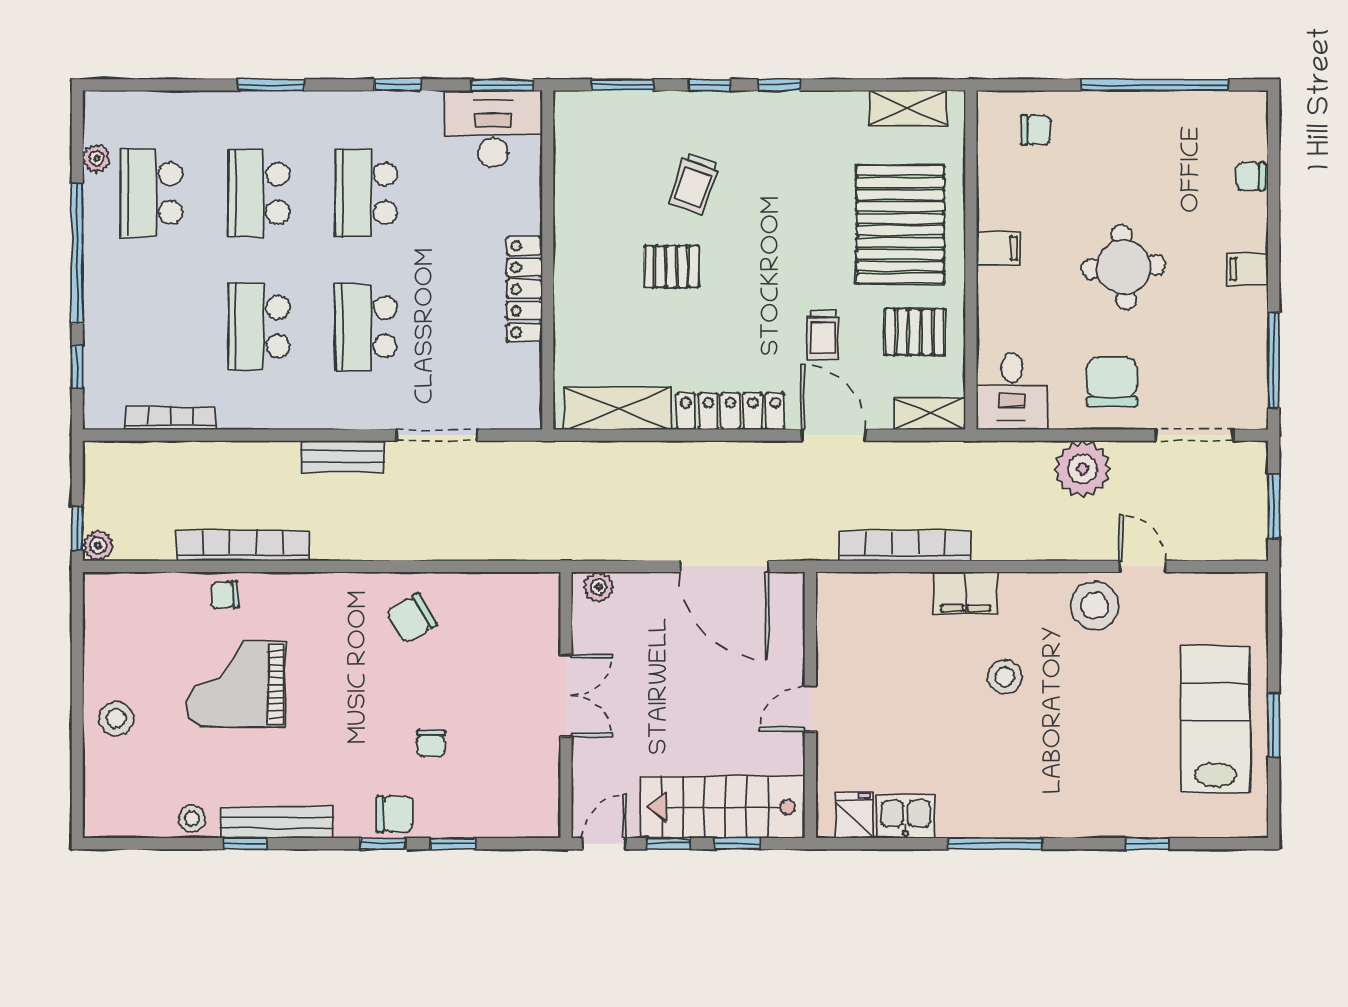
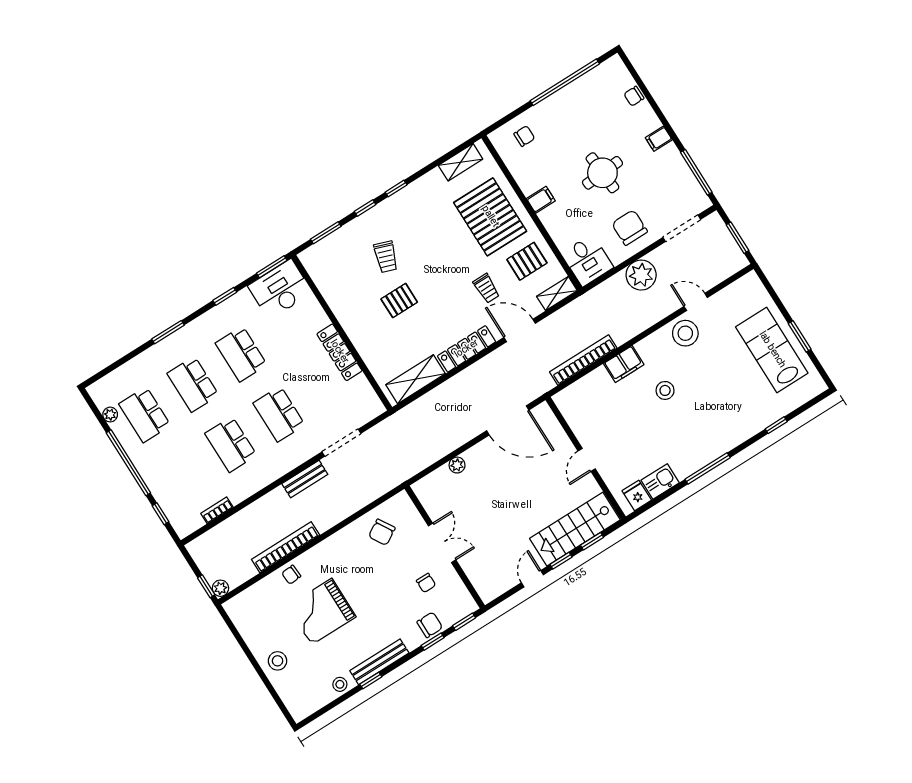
bookcase: (171, 418) -> (217, 510), width x0.64
double door: (566, 696) -> (442, 543), moved
wall: (566, 705) -> (445, 547), moved

